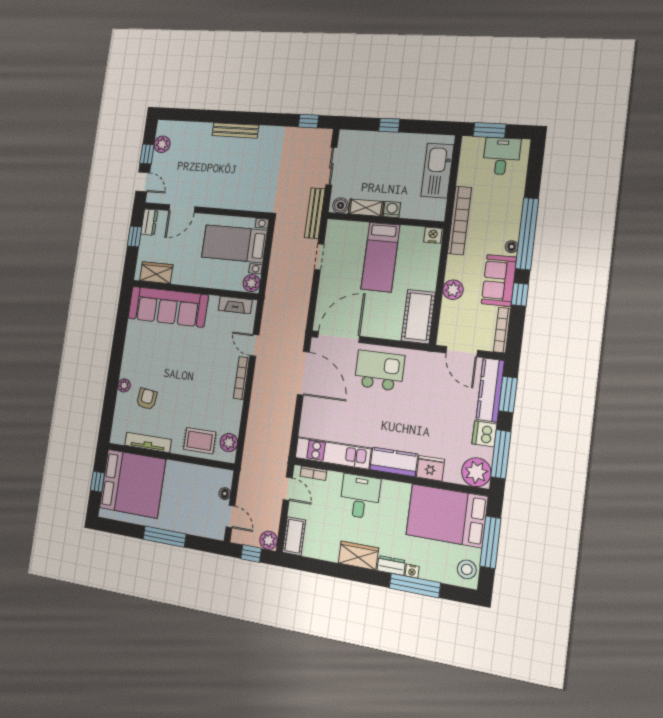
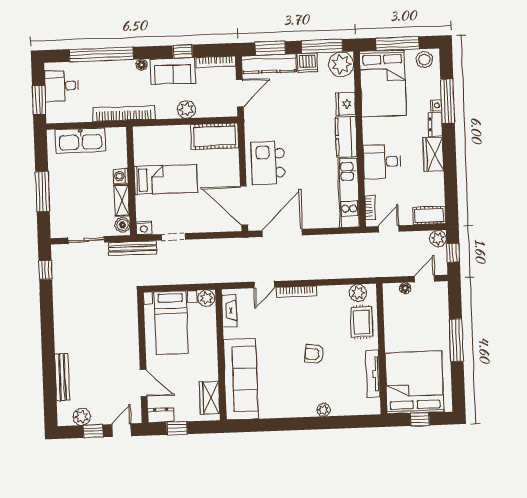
window: (389, 125) -> (42, 192), width x2.17
bench: (235, 130) -> (62, 377), moved
window: (527, 234) -> (101, 54), moved
nightstand: (433, 235) -> (144, 228), moved, turned -90
armchair: (147, 399) -> (314, 354), moved

